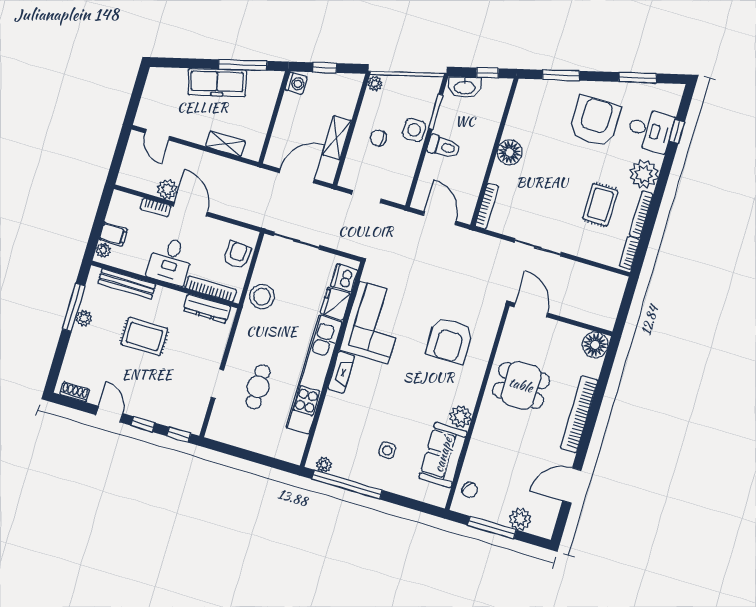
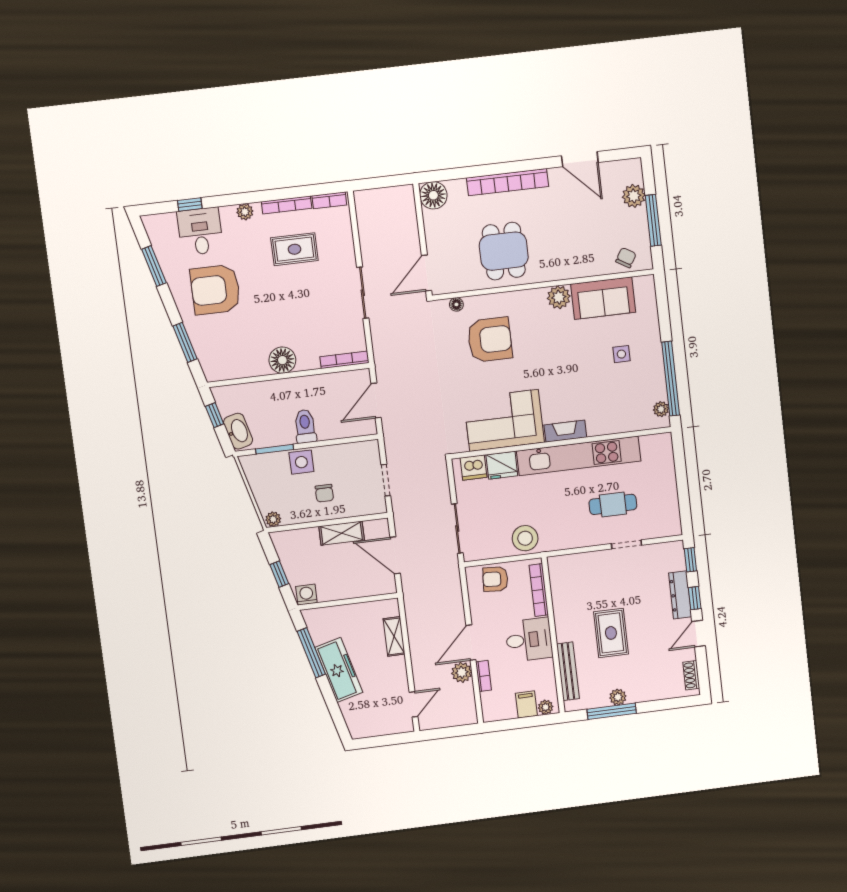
plant: (644, 174) -> (245, 212), width x0.53, depth x0.53
dresser: (207, 309) -> (680, 595), moved, turned 180
floor lamp: (493, 324) -> (456, 304), added

